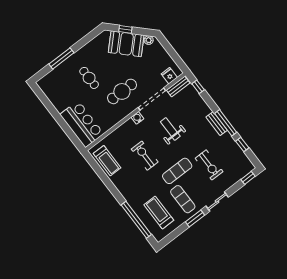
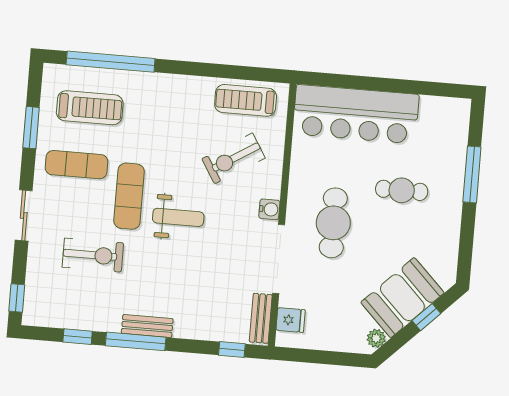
bar counter: (82, 124) -> (356, 114), width x1.36
weight bench: (170, 129) -> (178, 217), moved
exercise bike: (145, 156) -> (234, 158), moved, turned 148
exercise bike: (209, 165) -> (93, 255), turned 180
window: (195, 218) -> (31, 128), moved

